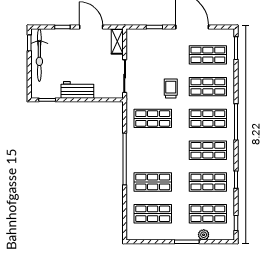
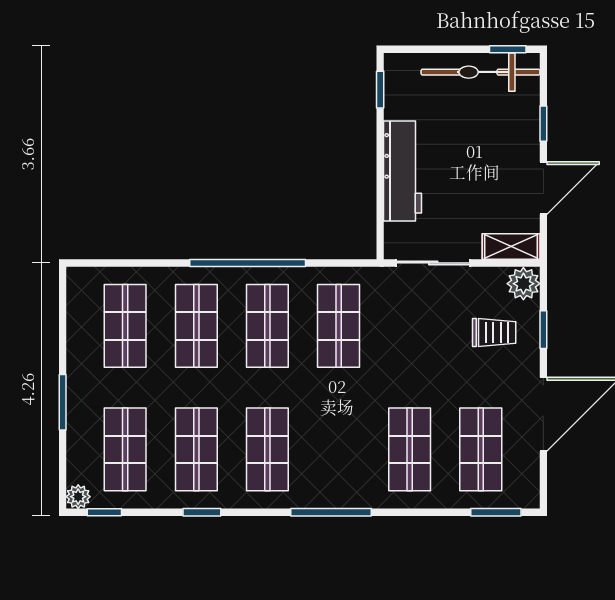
plant: (134, 36) -> (523, 284), added
trolley: (171, 88) -> (494, 333), moved
workbench: (77, 90) -> (403, 171), width x1.38
shop shelf: (208, 118) -> (267, 326), moved
plant: (204, 235) -> (78, 497), moved

